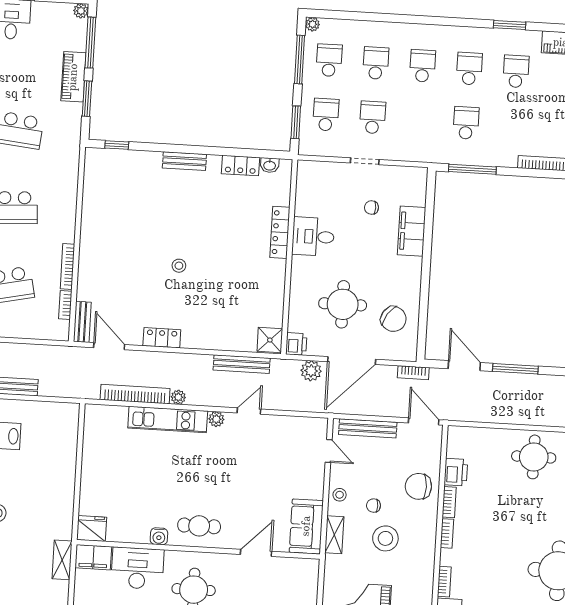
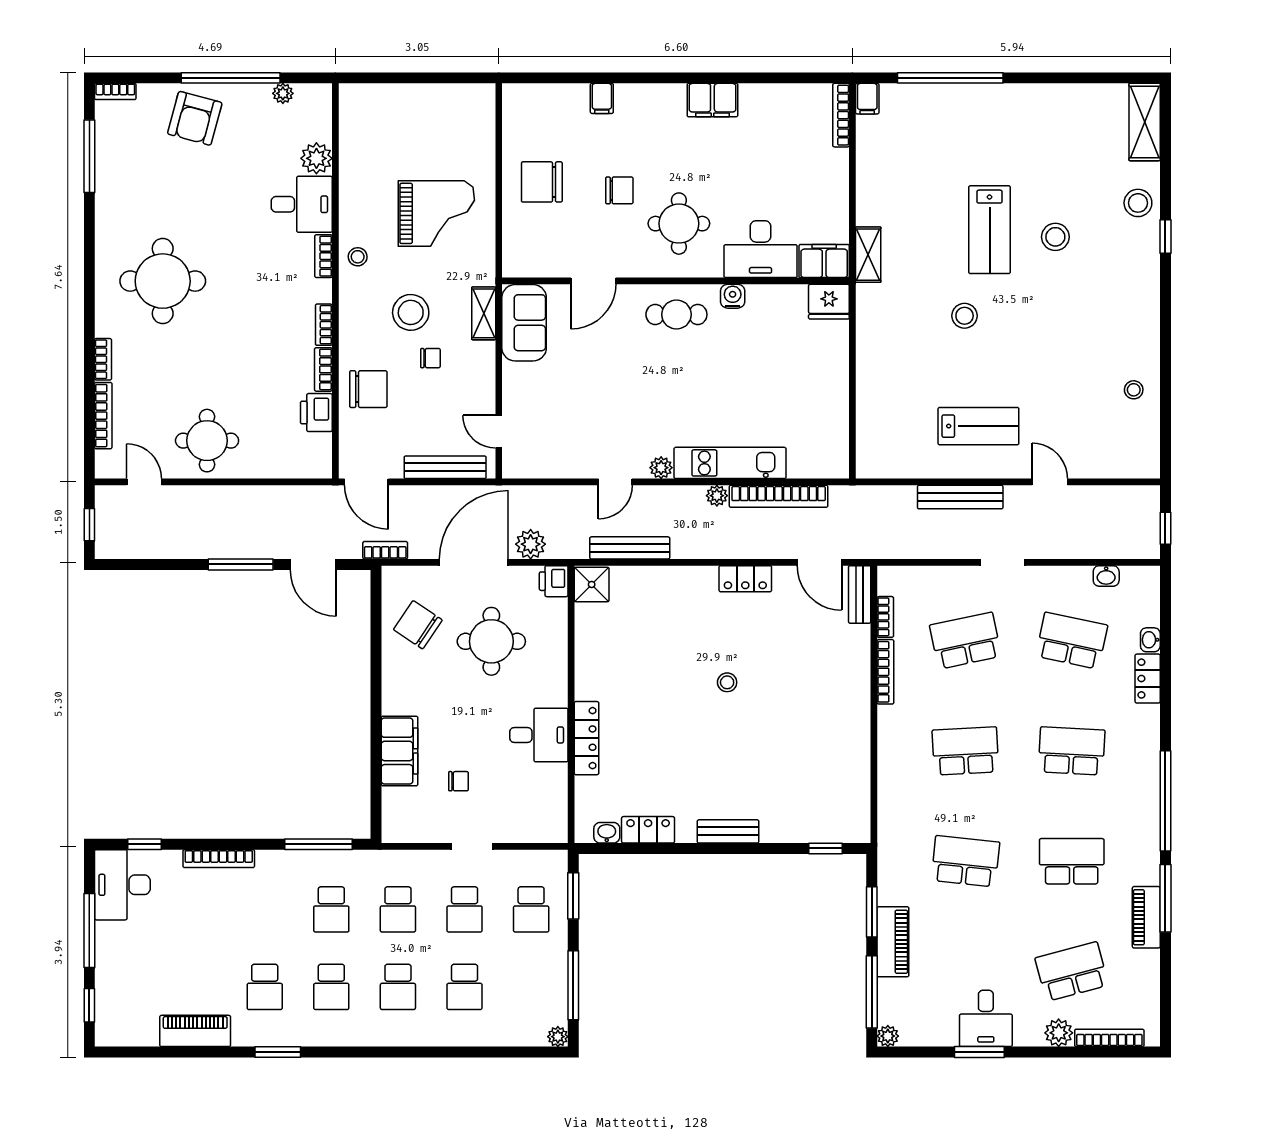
school desk: (329, 60) -> (398, 909), moved
stool: (340, 495) -> (358, 257), moved

